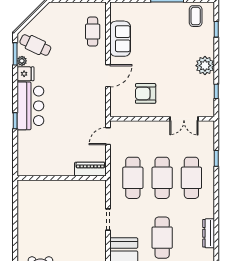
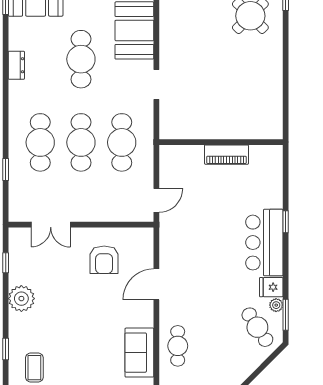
sofa: (120, 39) -> (139, 353), moved
cafe table: (35, 45) -> (257, 327), turned 32
armchair: (146, 93) -> (104, 260), turned 90
double door: (184, 119) -> (51, 225), swing flipped
piano: (90, 169) -> (226, 155), moved
dresser: (209, 233) -> (16, 65), width x0.70

